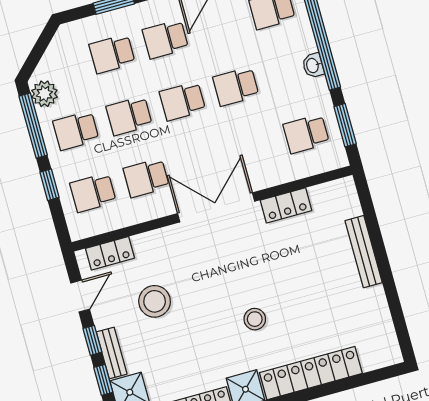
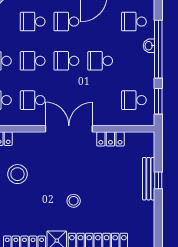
washbasin: (313, 65) -> (149, 46), moved
window: (379, 250) -> (158, 180), added

